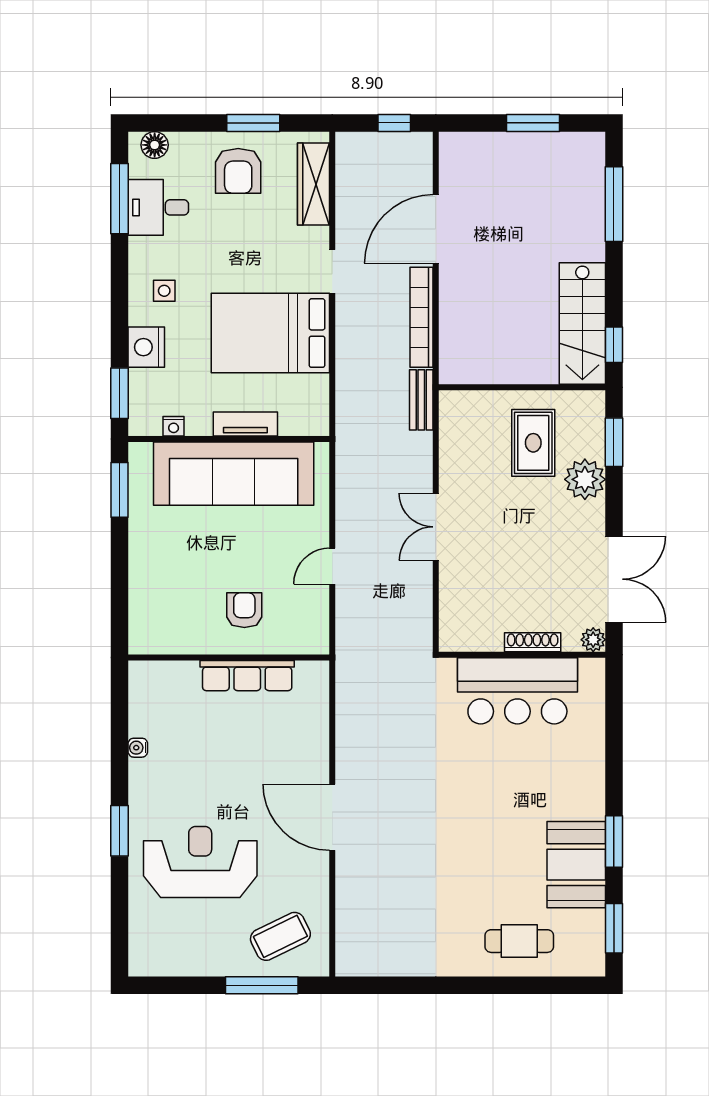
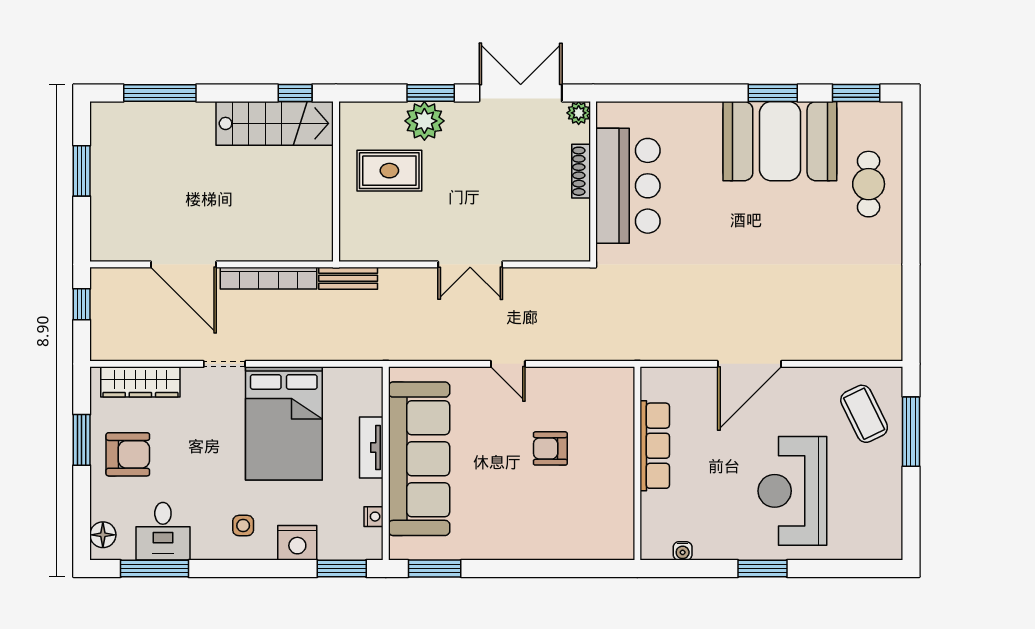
window: (614, 442) -> (431, 93), moved
wall: (229, 658) -> (637, 463), moved
row of seats: (247, 676) -> (655, 446), moved
booth: (576, 865) -> (780, 141), width x1.36, depth x1.42

